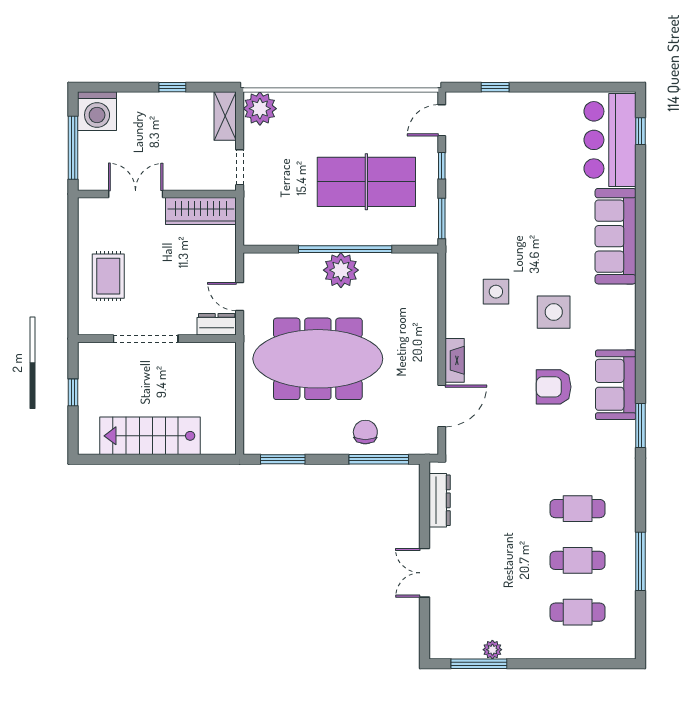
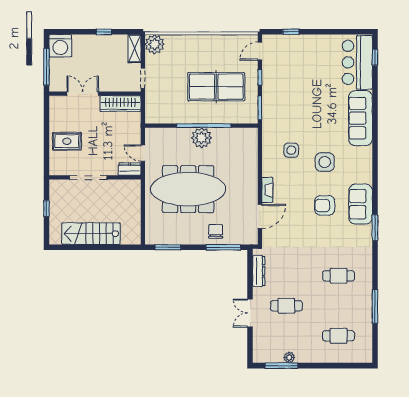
rug: (108, 276) -> (67, 141), turned 90
cafe table: (578, 560) -> (286, 306), moved

